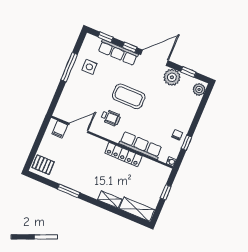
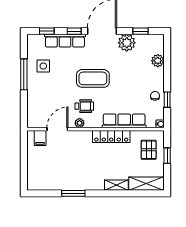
plant: (199, 90) -> (158, 61), moved
plant: (100, 131) -> (80, 123), added
pallet: (43, 165) -> (149, 150), moved, turned 90

